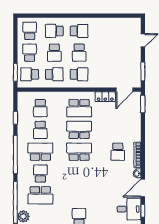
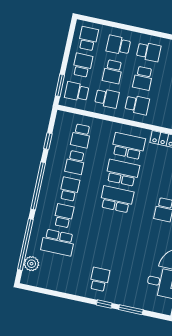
school desk: (79, 108) -> (128, 146), turned 180
school desk: (40, 152) -> (69, 189), width x0.54

